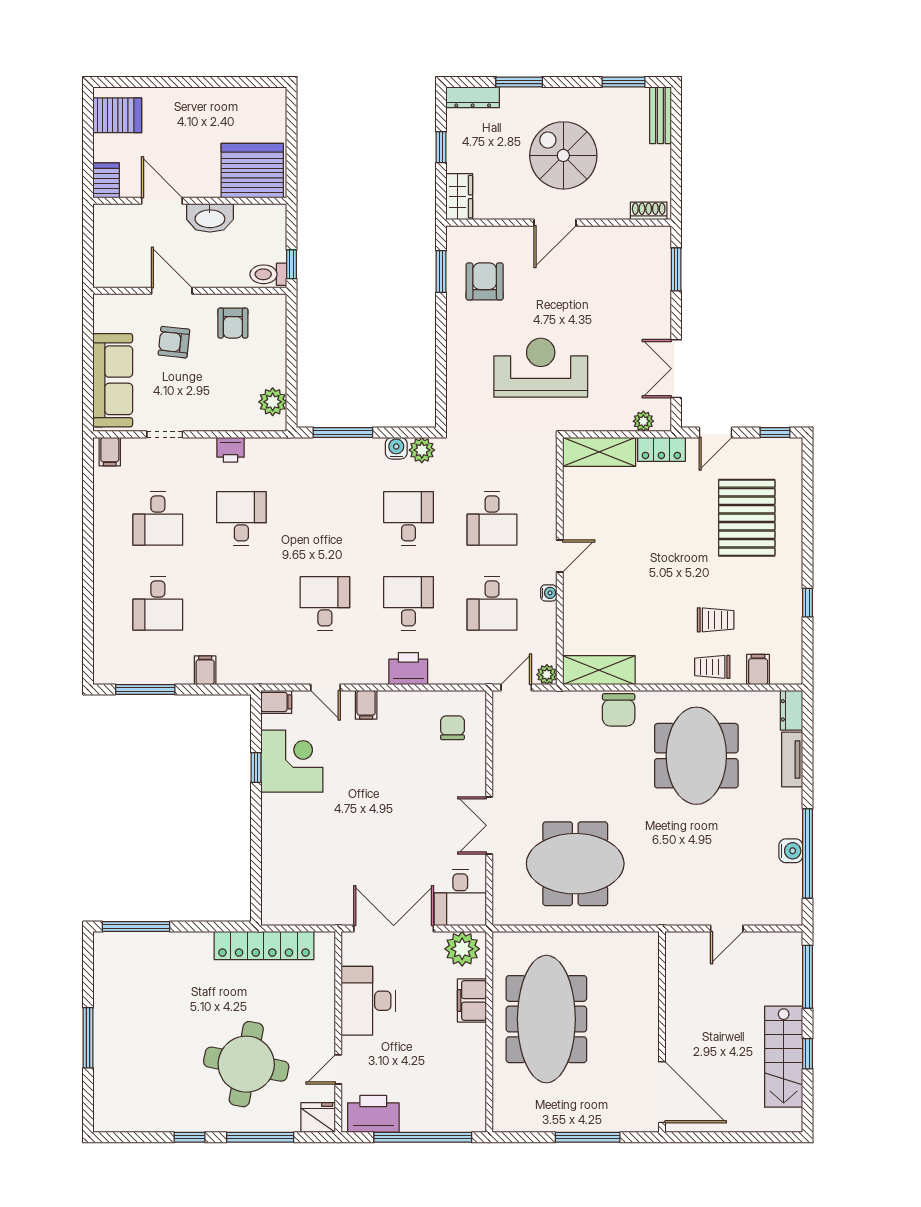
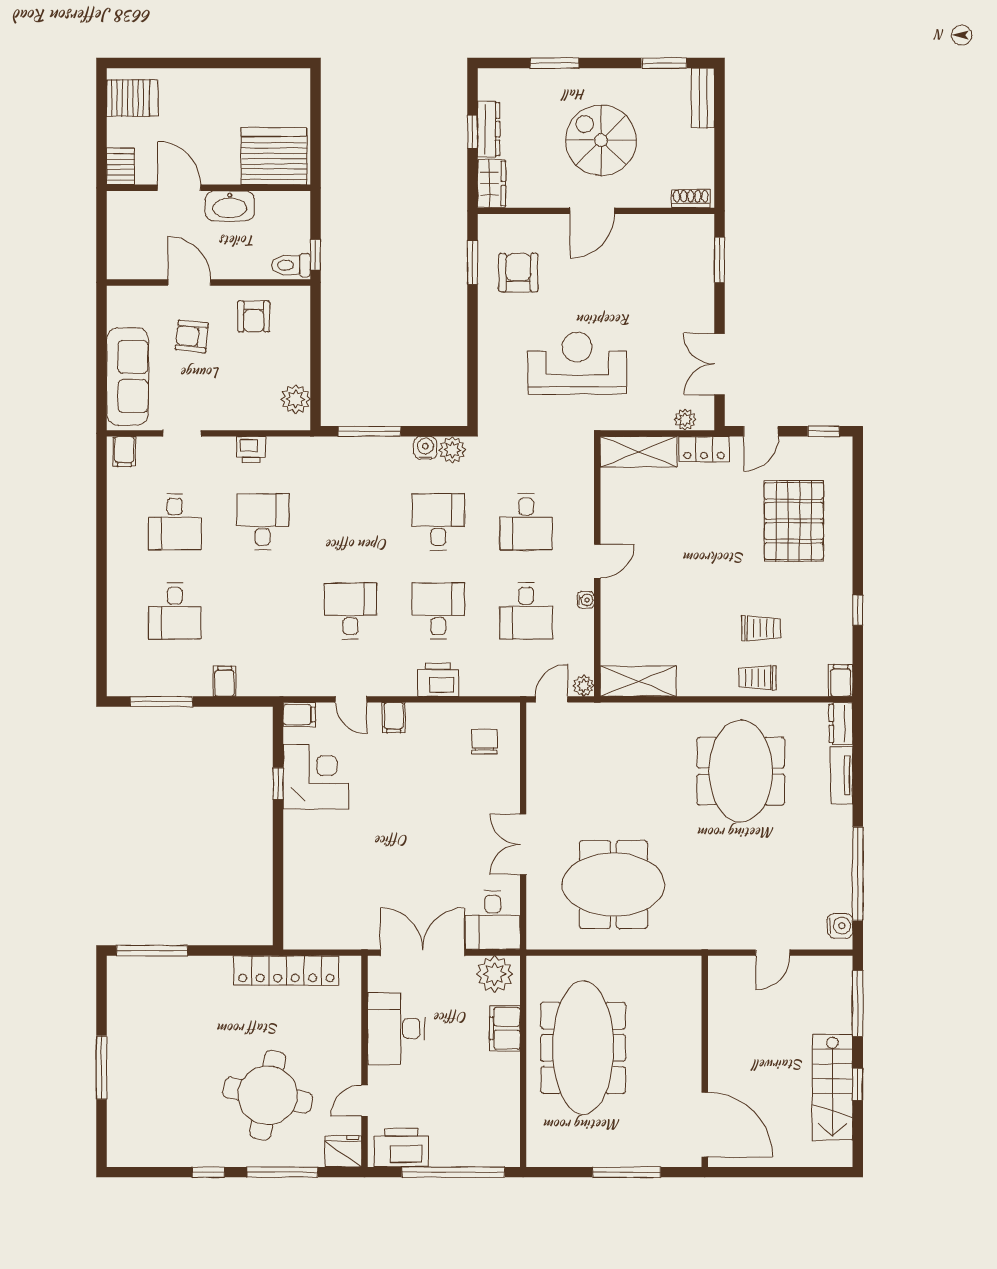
dresser: (473, 97) -> (489, 129), moved, turned -90
filing cabinet: (758, 669) -> (841, 680), moved
chair: (619, 710) -> (659, 723), removed
water cooler: (791, 851) -> (840, 926), moved

